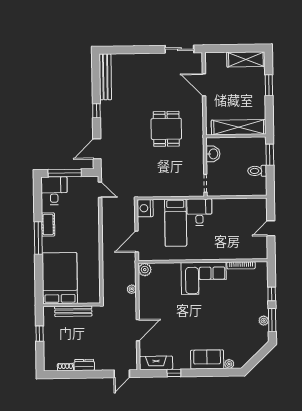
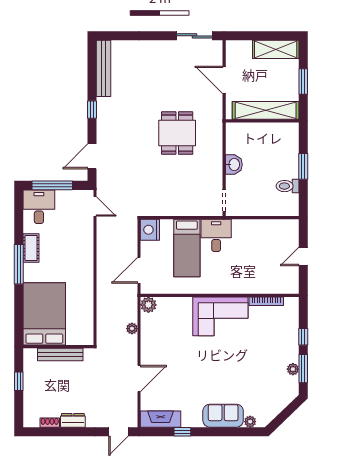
shelving: (239, 127) -> (266, 110), moved
wall: (236, 136) -> (262, 121), moved

